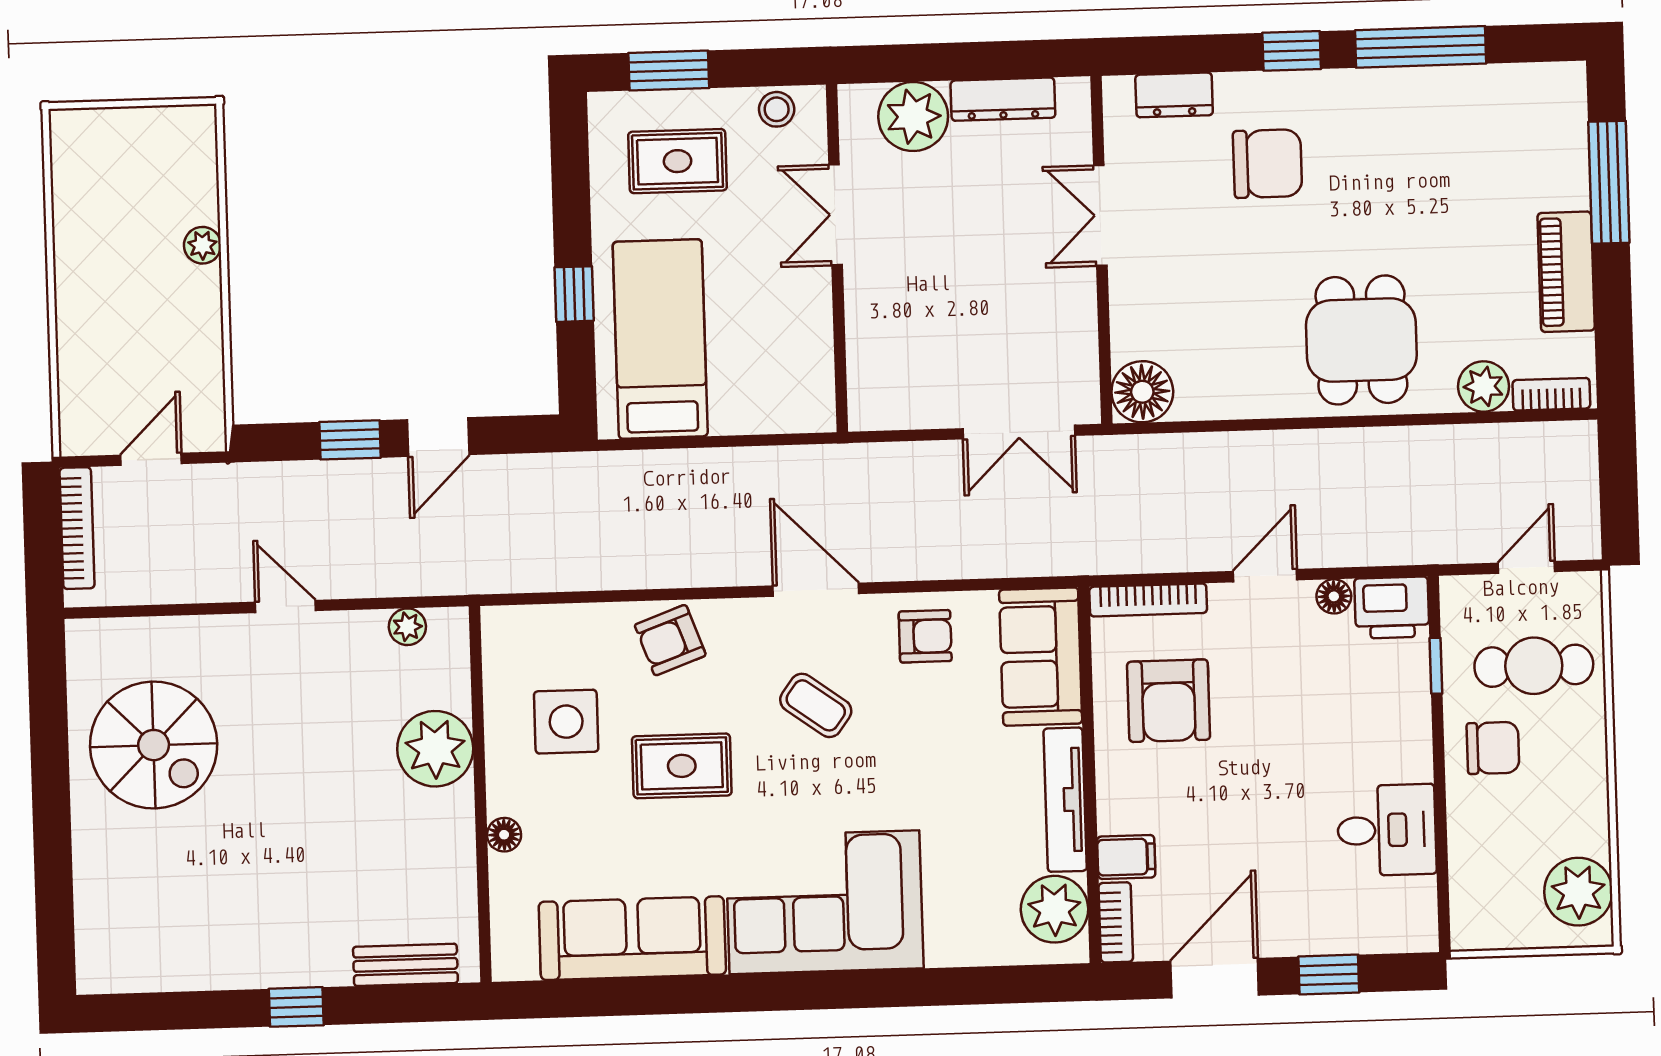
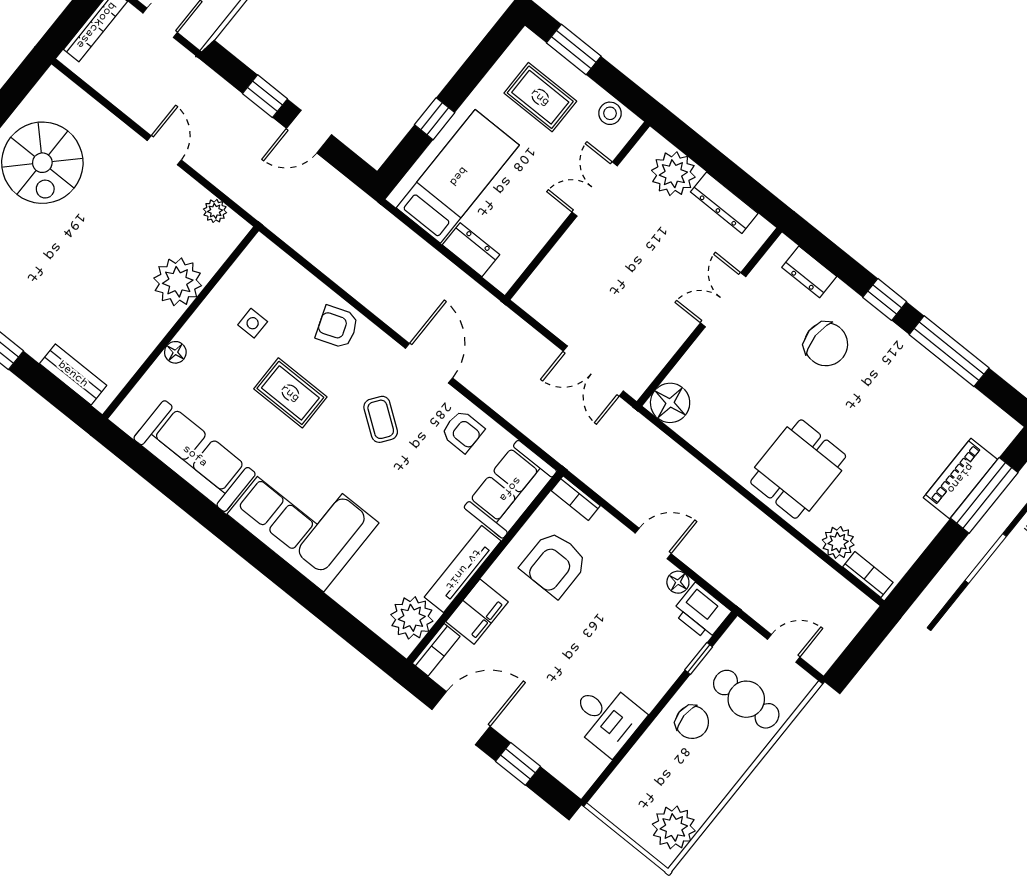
piano: (1566, 272) -> (960, 478), moved
dresser: (750, 412) -> (471, 250), added
bookcase: (1148, 600) -> (576, 498), width x0.64
side table: (566, 722) -> (253, 323), width x0.54, depth x0.54
filing cabinet: (1126, 857) -> (477, 612), width x2.00

